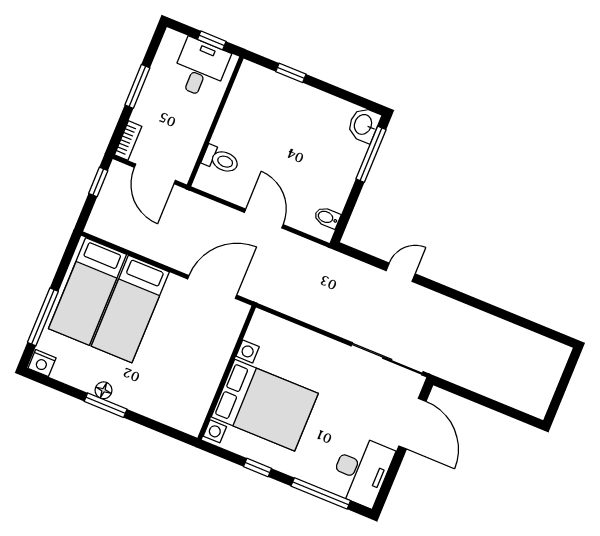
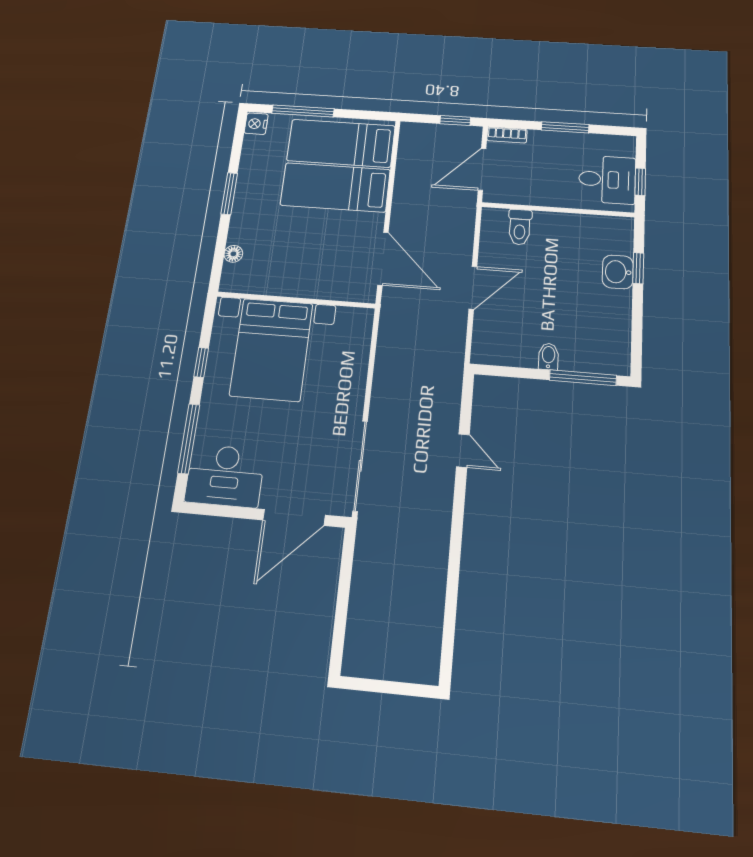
washbasin: (364, 125) -> (618, 272), moved, turned -90
bidet: (327, 218) -> (548, 356), moved
floor lamp: (104, 390) -> (233, 254), moved

